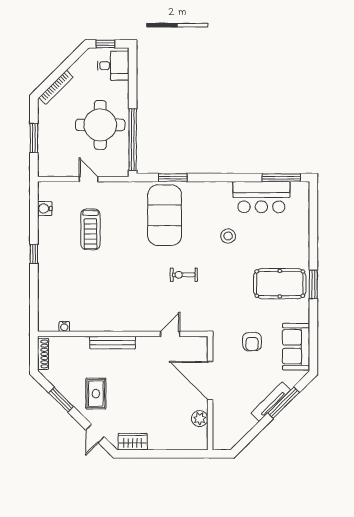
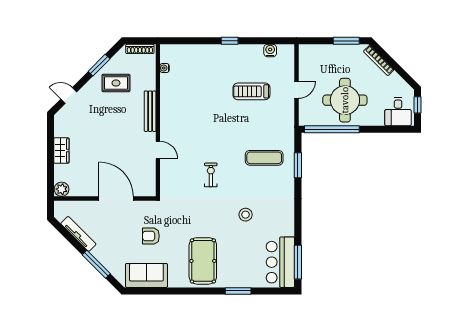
window: (34, 138) -> (346, 41), moved
bar counter: (261, 197) -> (280, 262), moved
exercise mat: (165, 215) -> (264, 158), width x0.50, depth x0.69
window: (313, 284) -> (238, 291), moved
door: (170, 334) -> (158, 150), moved
door: (210, 381) -> (116, 198), hinge flipped
rug: (96, 394) -> (116, 83), moved
tv unit: (271, 402) -> (78, 234), moved
plant: (200, 419) -> (62, 189), moved
wardrobe: (133, 442) -> (61, 151), moved

